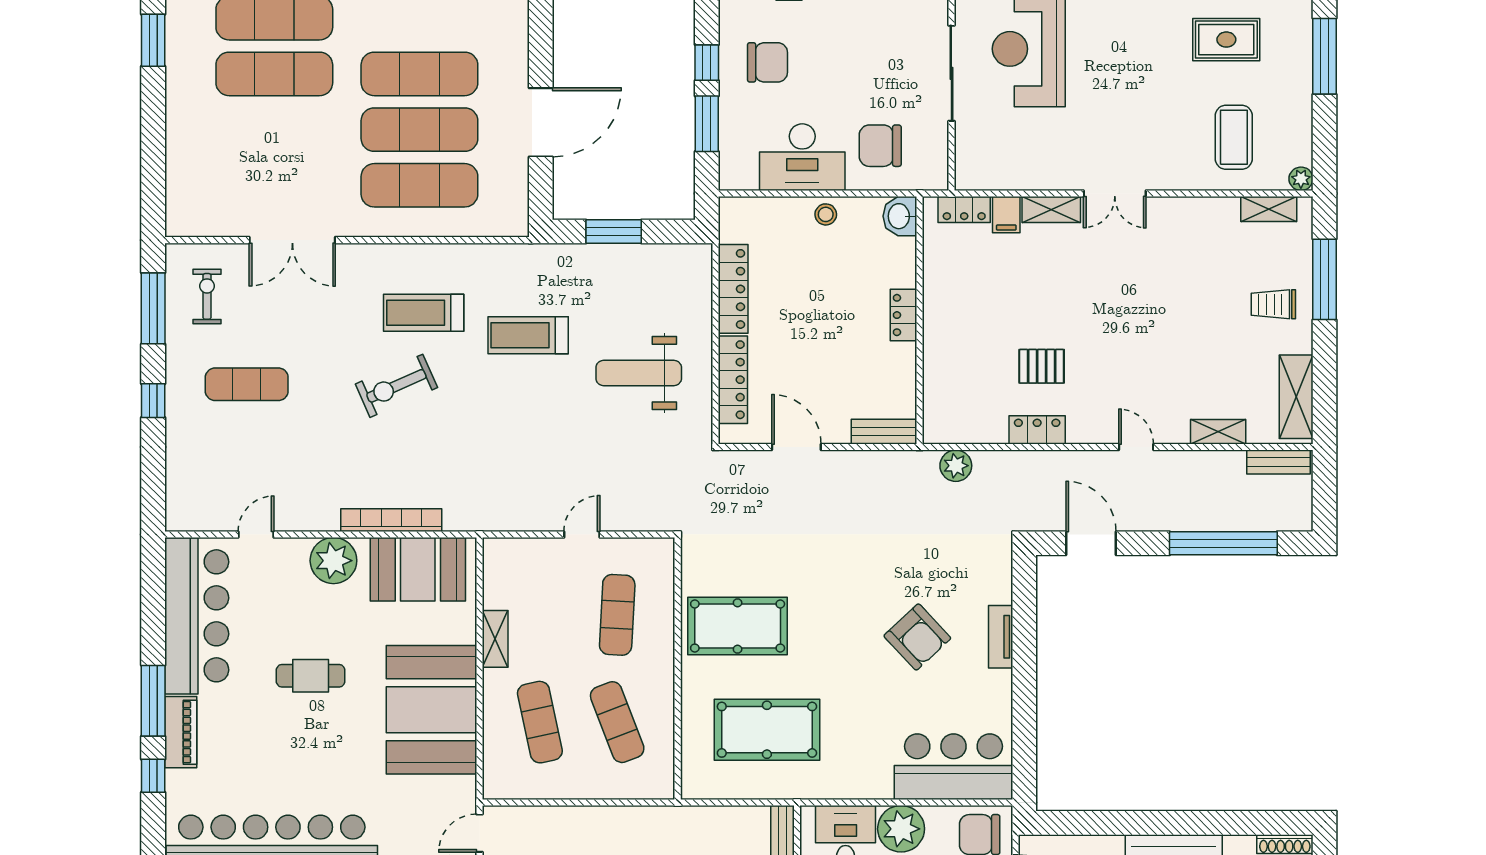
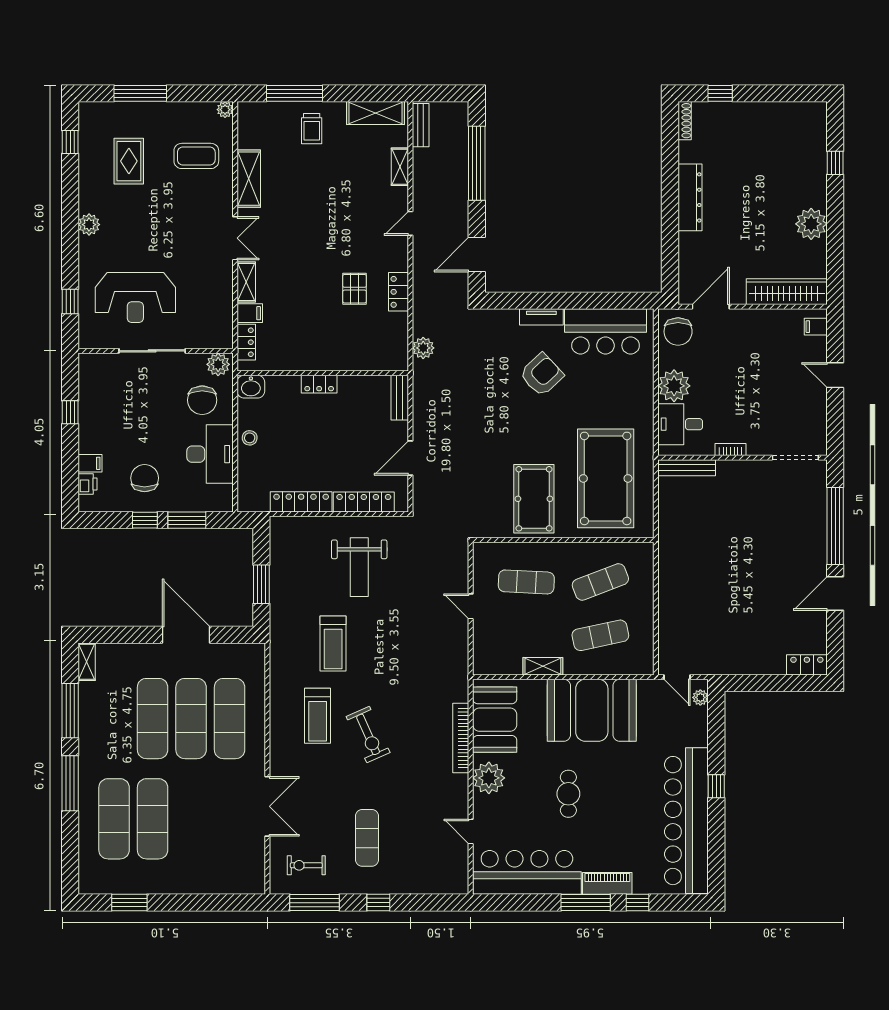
plant: (932, 169) -> (218, 364), added
shelving: (1269, 209) -> (249, 179), moved, width x1.50, depth x1.33
pool table: (767, 730) -> (606, 478), width x1.36, depth x1.32
bar counter: (954, 767) -> (606, 331), moved, turned -90

